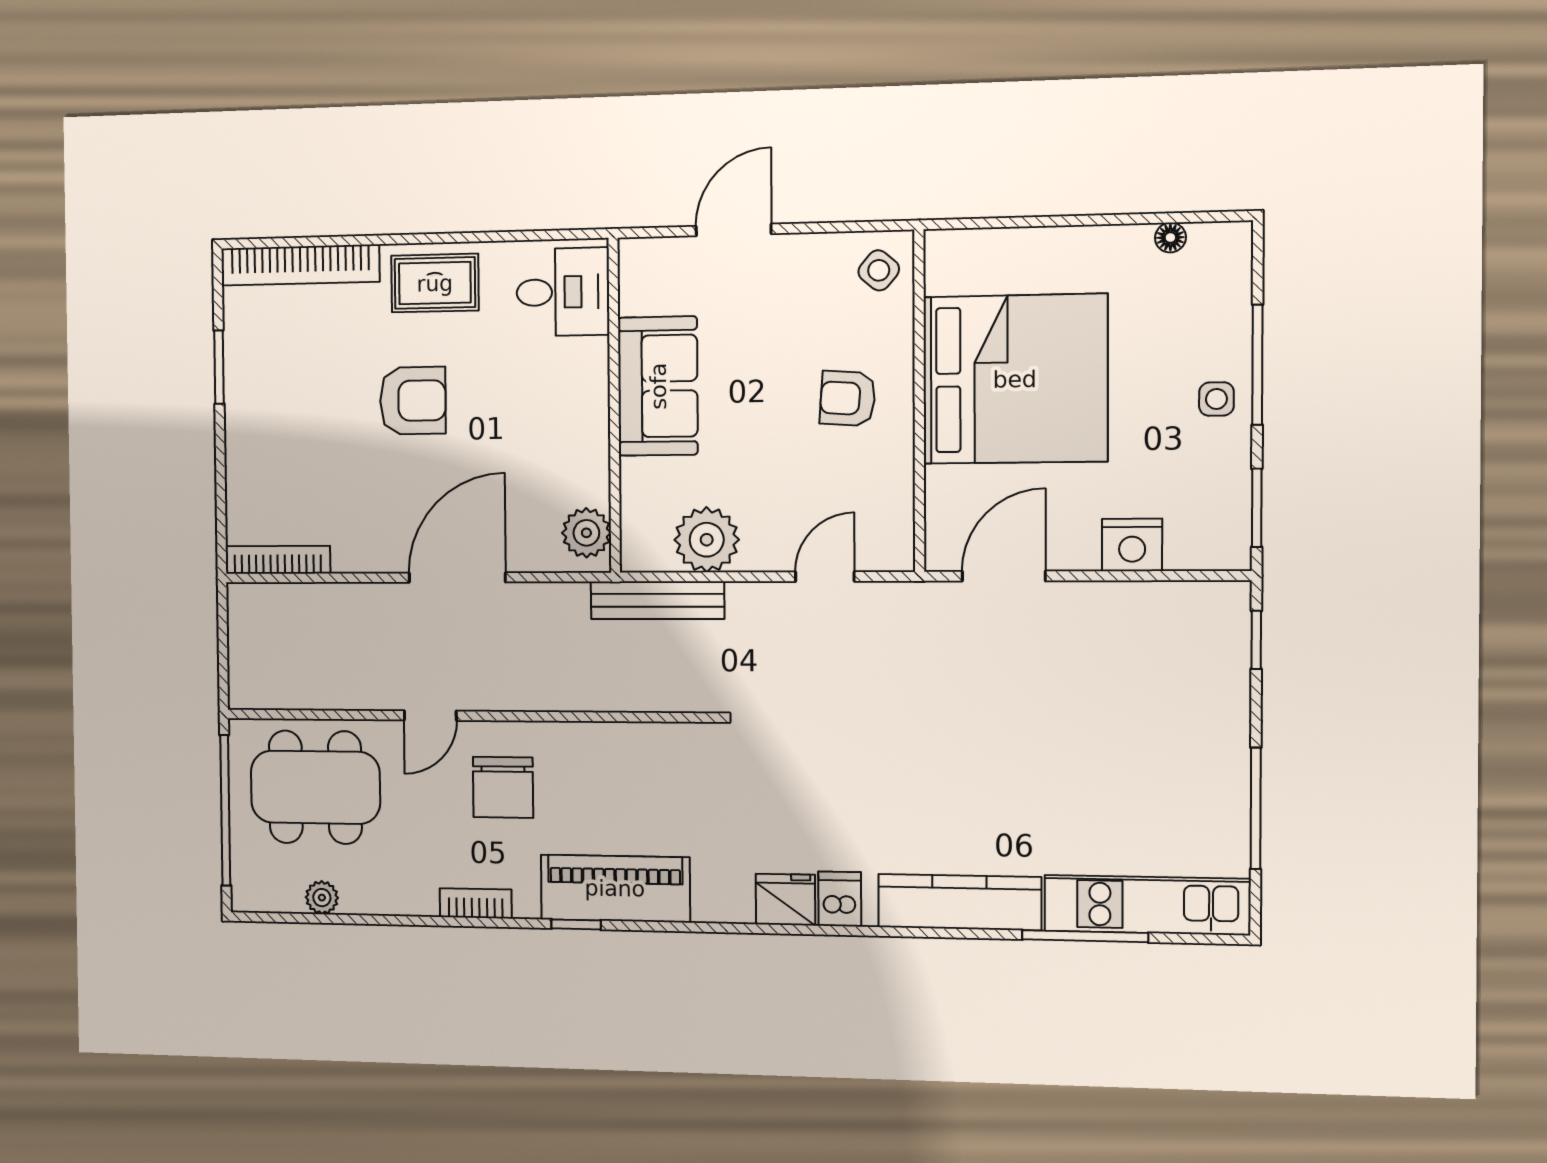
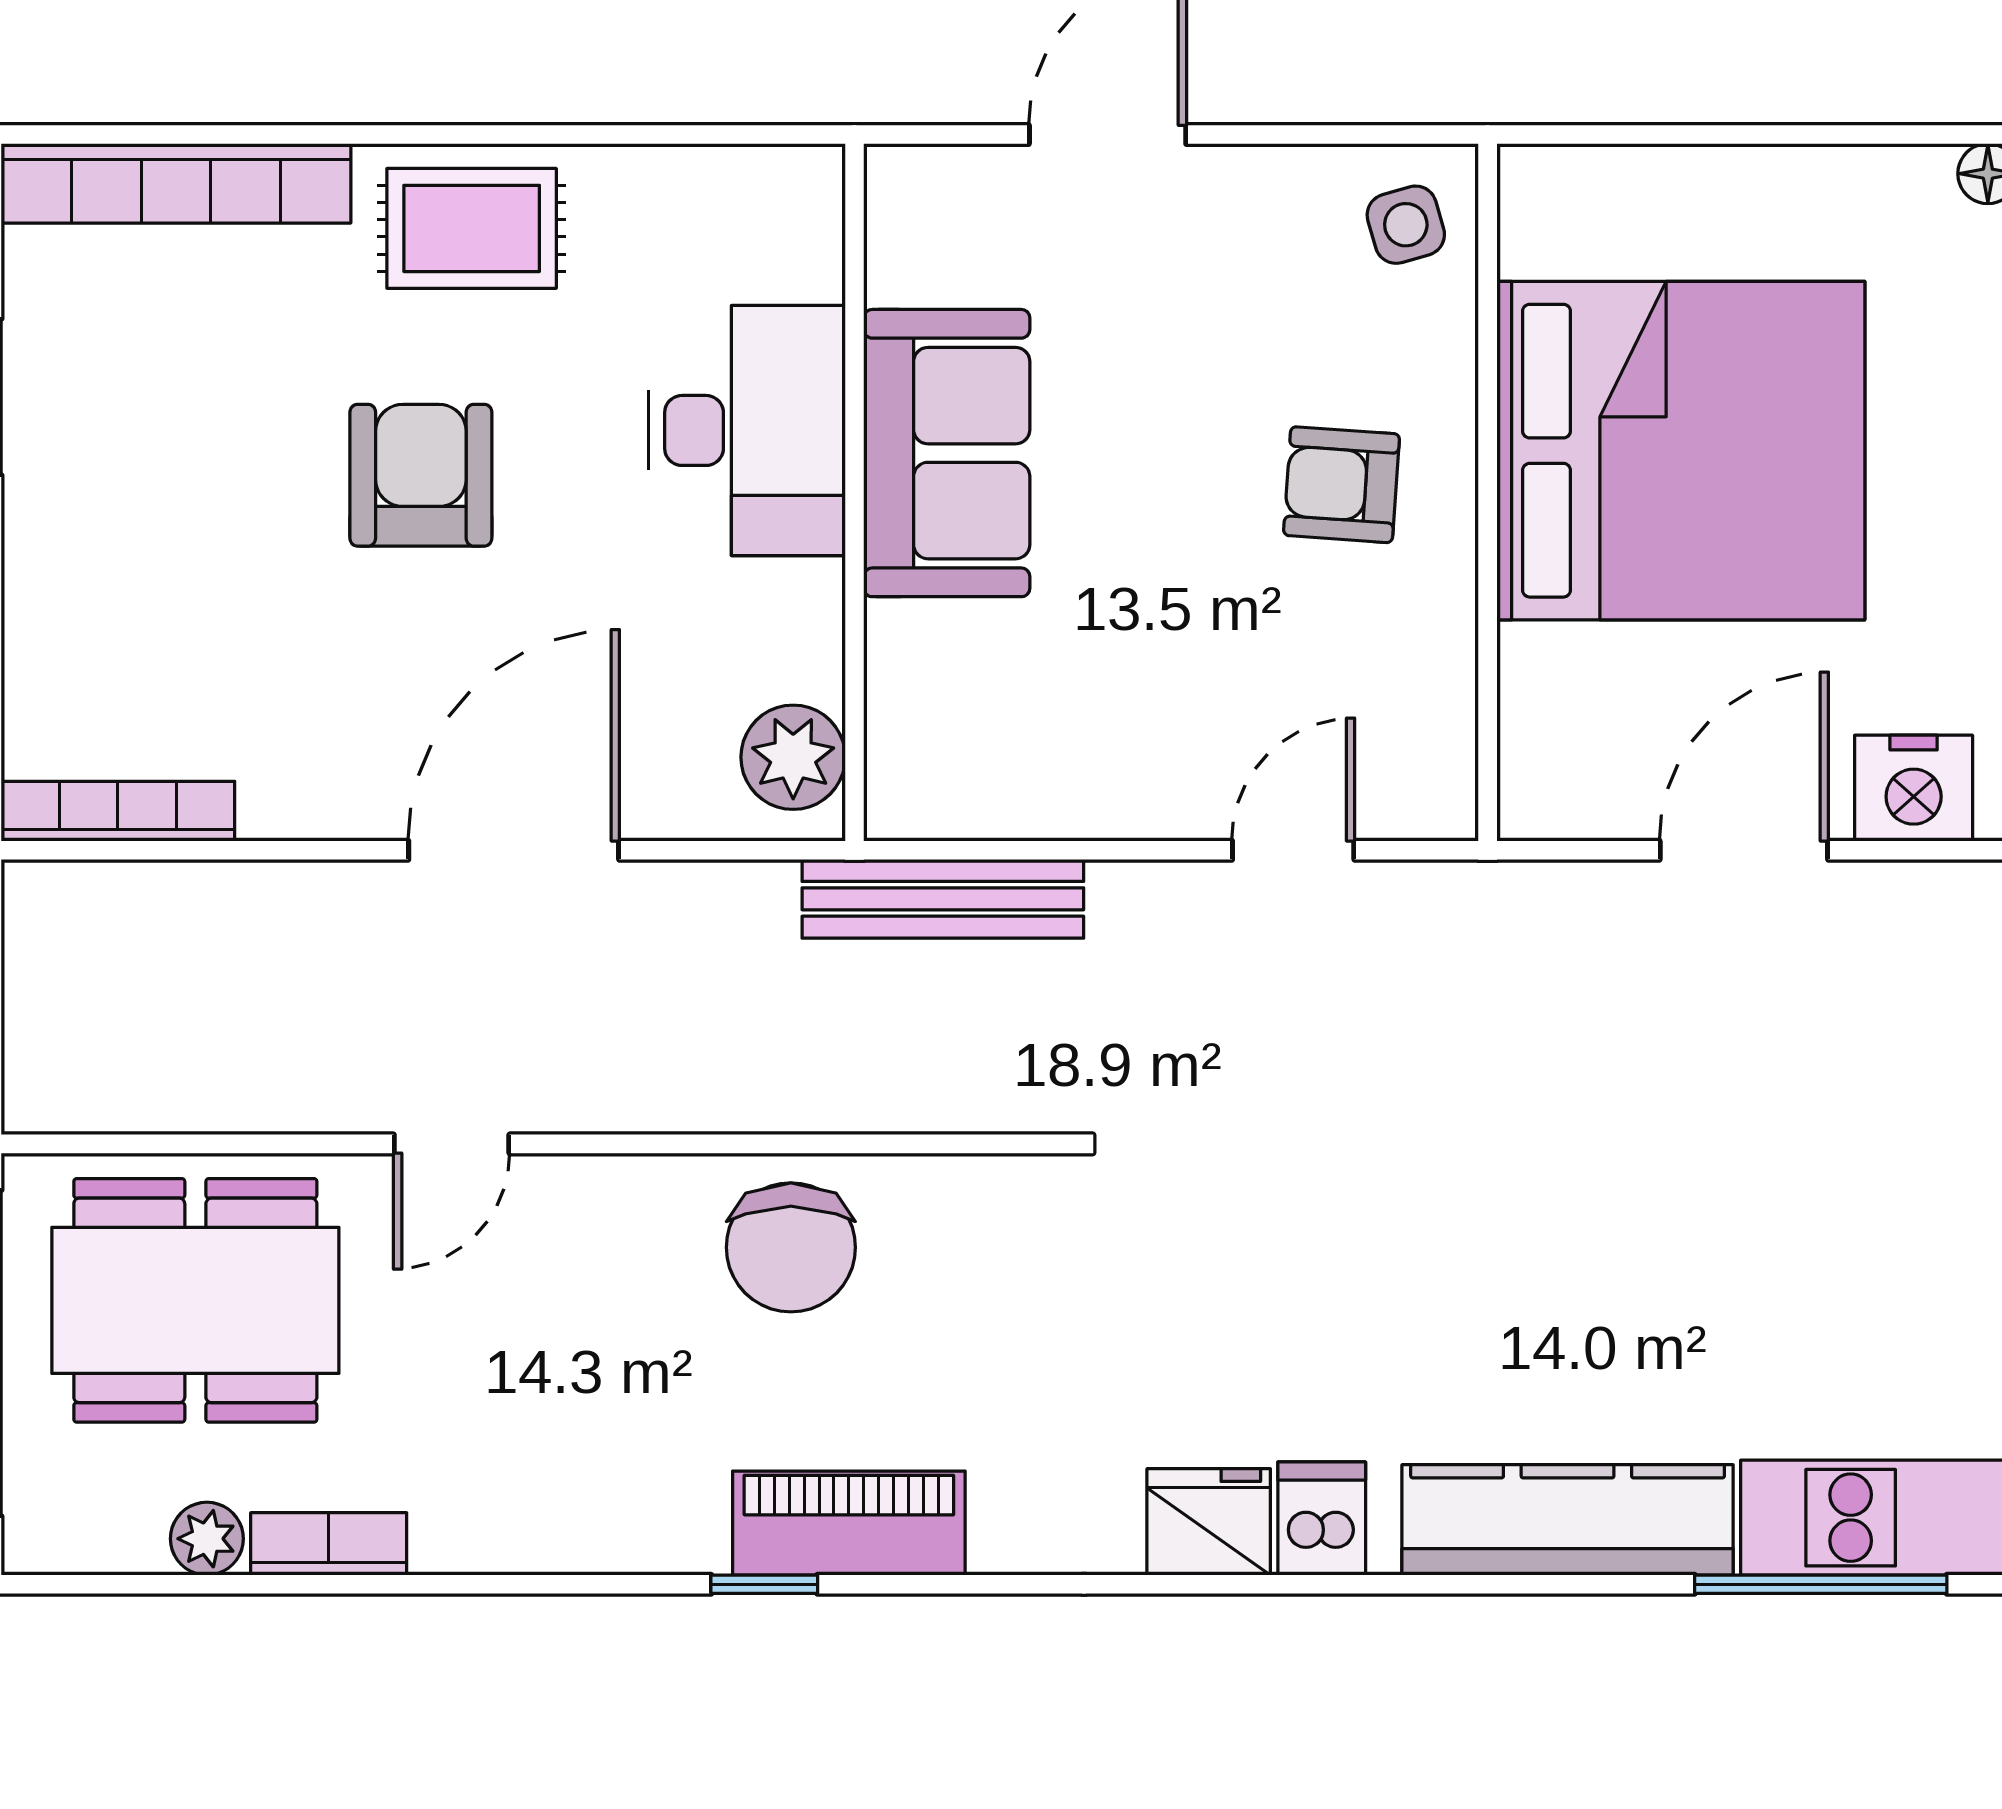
side table: (879, 270) -> (1406, 225), turned 34
desk: (563, 292) -> (747, 430), moved, width x1.37
armchair: (413, 401) -> (421, 475), turned -90
plant: (707, 540) -> (1048, 773), removed
door: (1004, 576) -> (1744, 850), moved
chair: (503, 787) -> (791, 1247), moved
piano: (615, 888) -> (849, 1523), width x0.73, depth x0.75
bookcase: (476, 903) -> (329, 1544), moved

